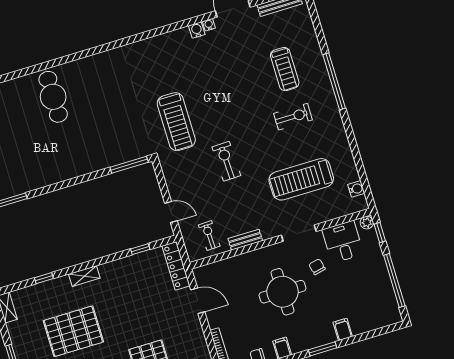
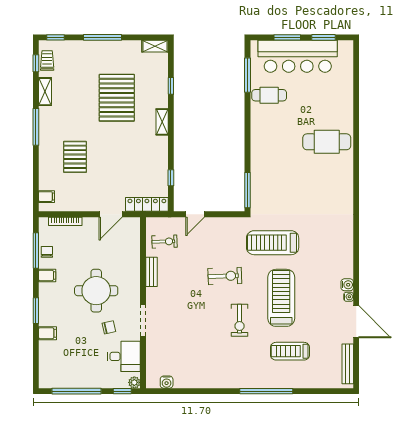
exercise bike: (293, 117) -> (240, 320), moved
cafe table: (22, 172) -> (269, 95), added
treadmill: (301, 179) -> (281, 298), moved

